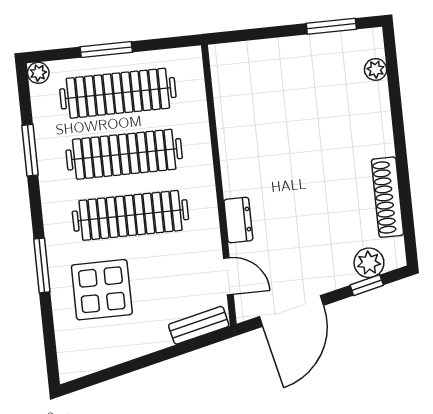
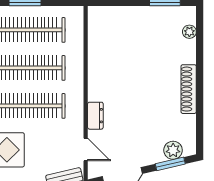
shoe rack: (387, 197) -> (189, 89), moved
window: (367, 285) -> (170, 164), width x1.50

